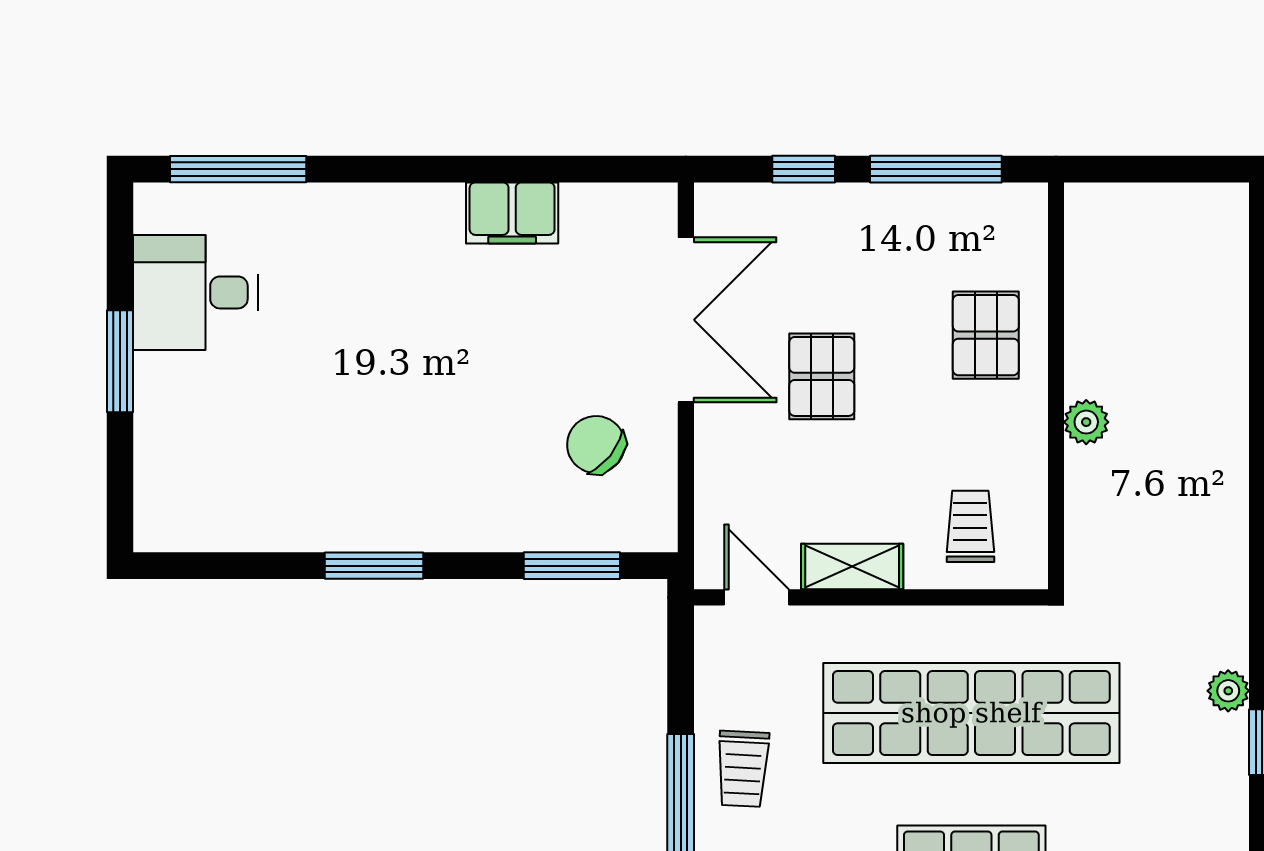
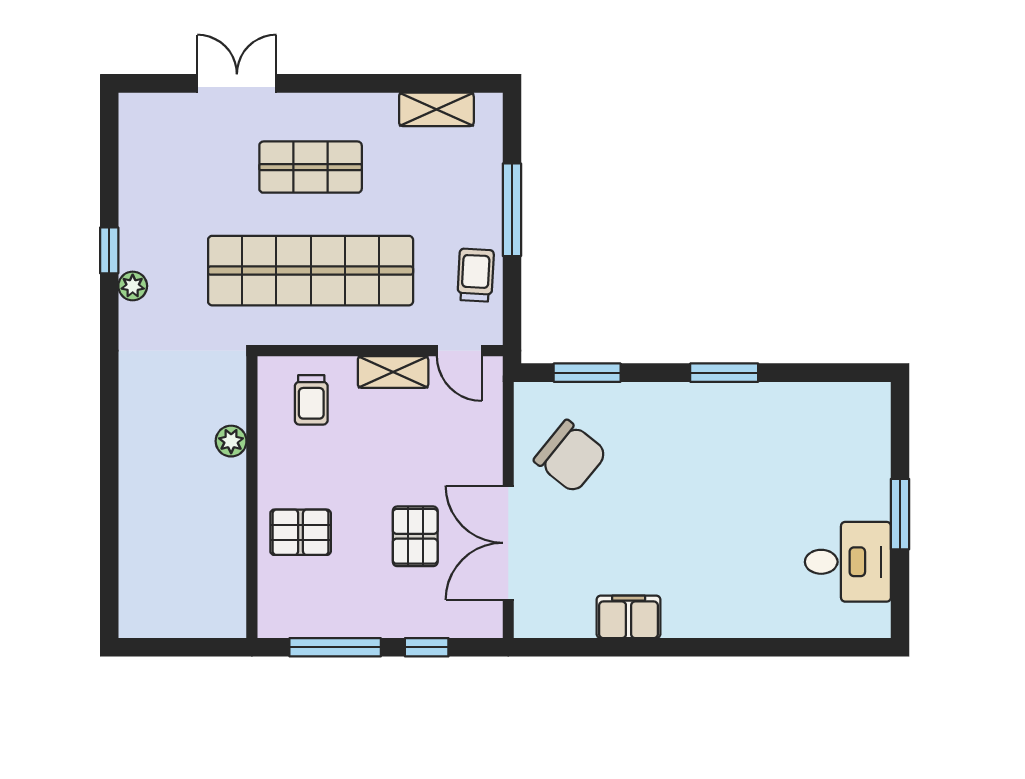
window: (238, 169) -> (818, 647), removed
pallet: (986, 335) -> (301, 532), turned 90
pallet: (822, 376) -> (415, 536), moved
plant: (1086, 422) -> (231, 441), moved
chair: (596, 445) -> (570, 456), width x1.37, depth x1.37
trolley: (743, 769) -> (476, 275), moved

